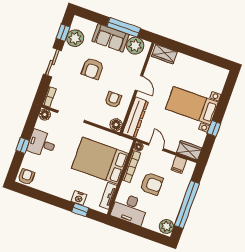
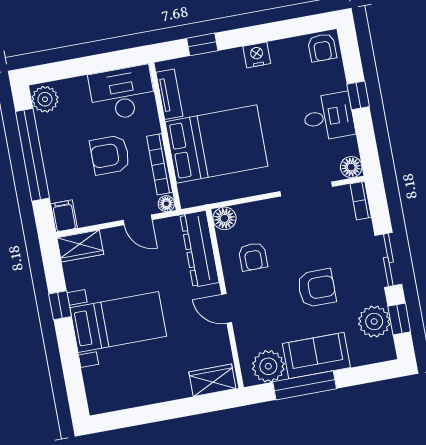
armchair: (92, 69) -> (317, 288), turned 90
filing cabinet: (179, 165) -> (64, 216), moved
nightstand: (79, 198) -> (257, 55), moved

